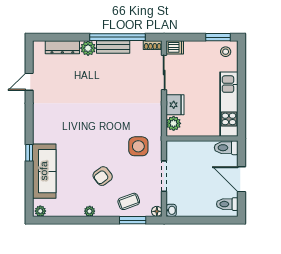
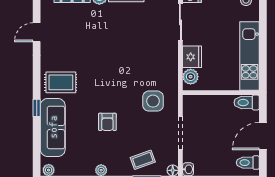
rug: (52, 129) -> (61, 82), added
armchair: (103, 176) -> (107, 122), moved, turned -53
door: (241, 179) -> (263, 136), hinge flipped

